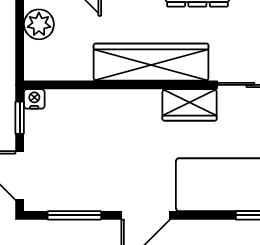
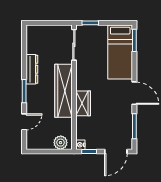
plant: (39, 24) -> (61, 143), moved
wardrobe: (190, 105) -> (83, 103), moved

